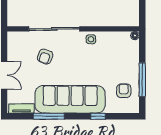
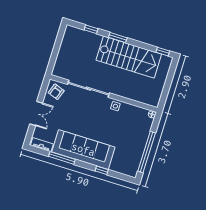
armchair: (45, 56) -> (56, 92), moved
window: (142, 80) -> (147, 152), width x1.46
armchair: (124, 91) -> (129, 156), removed

